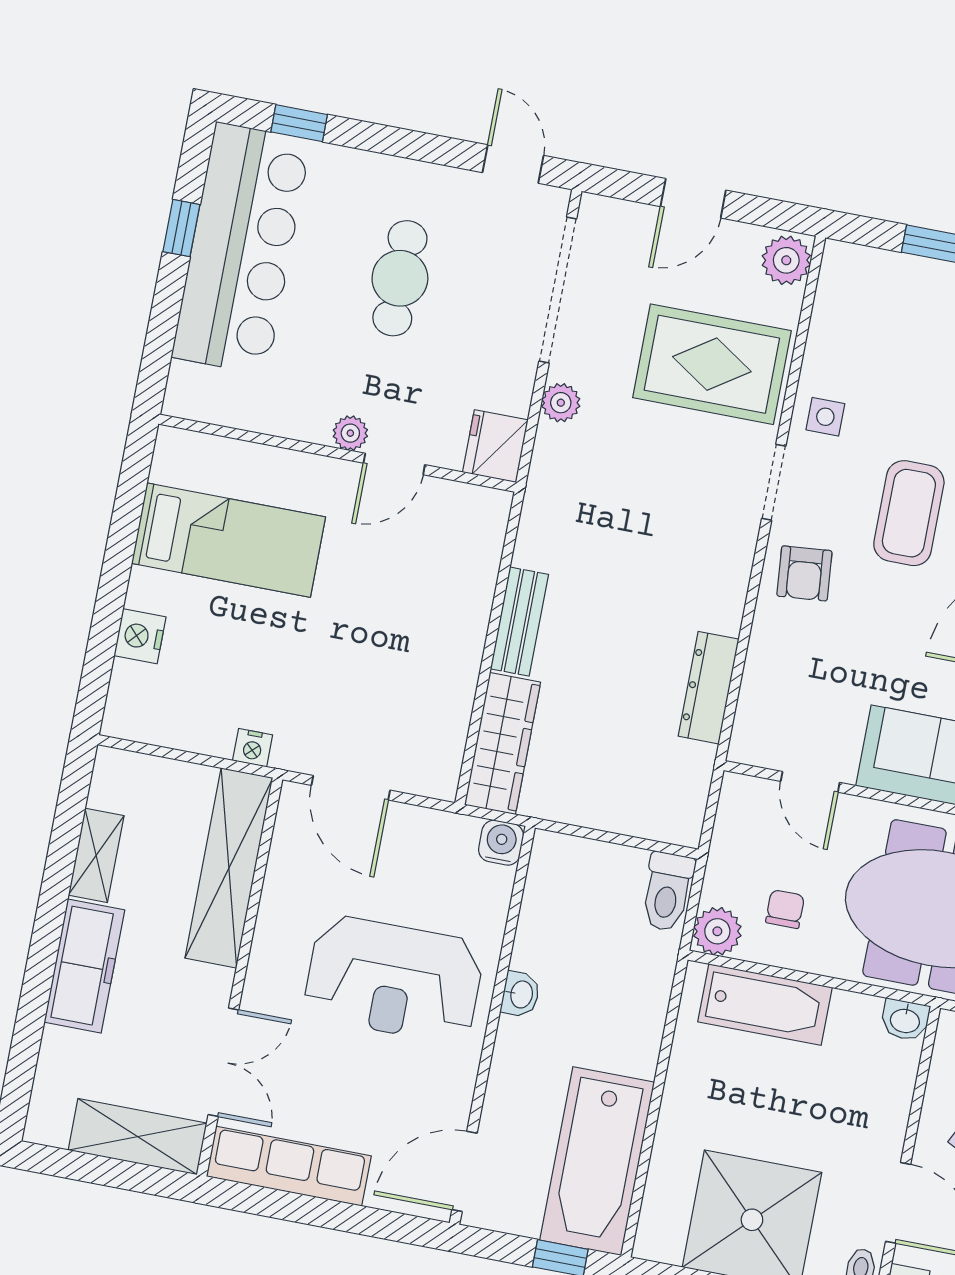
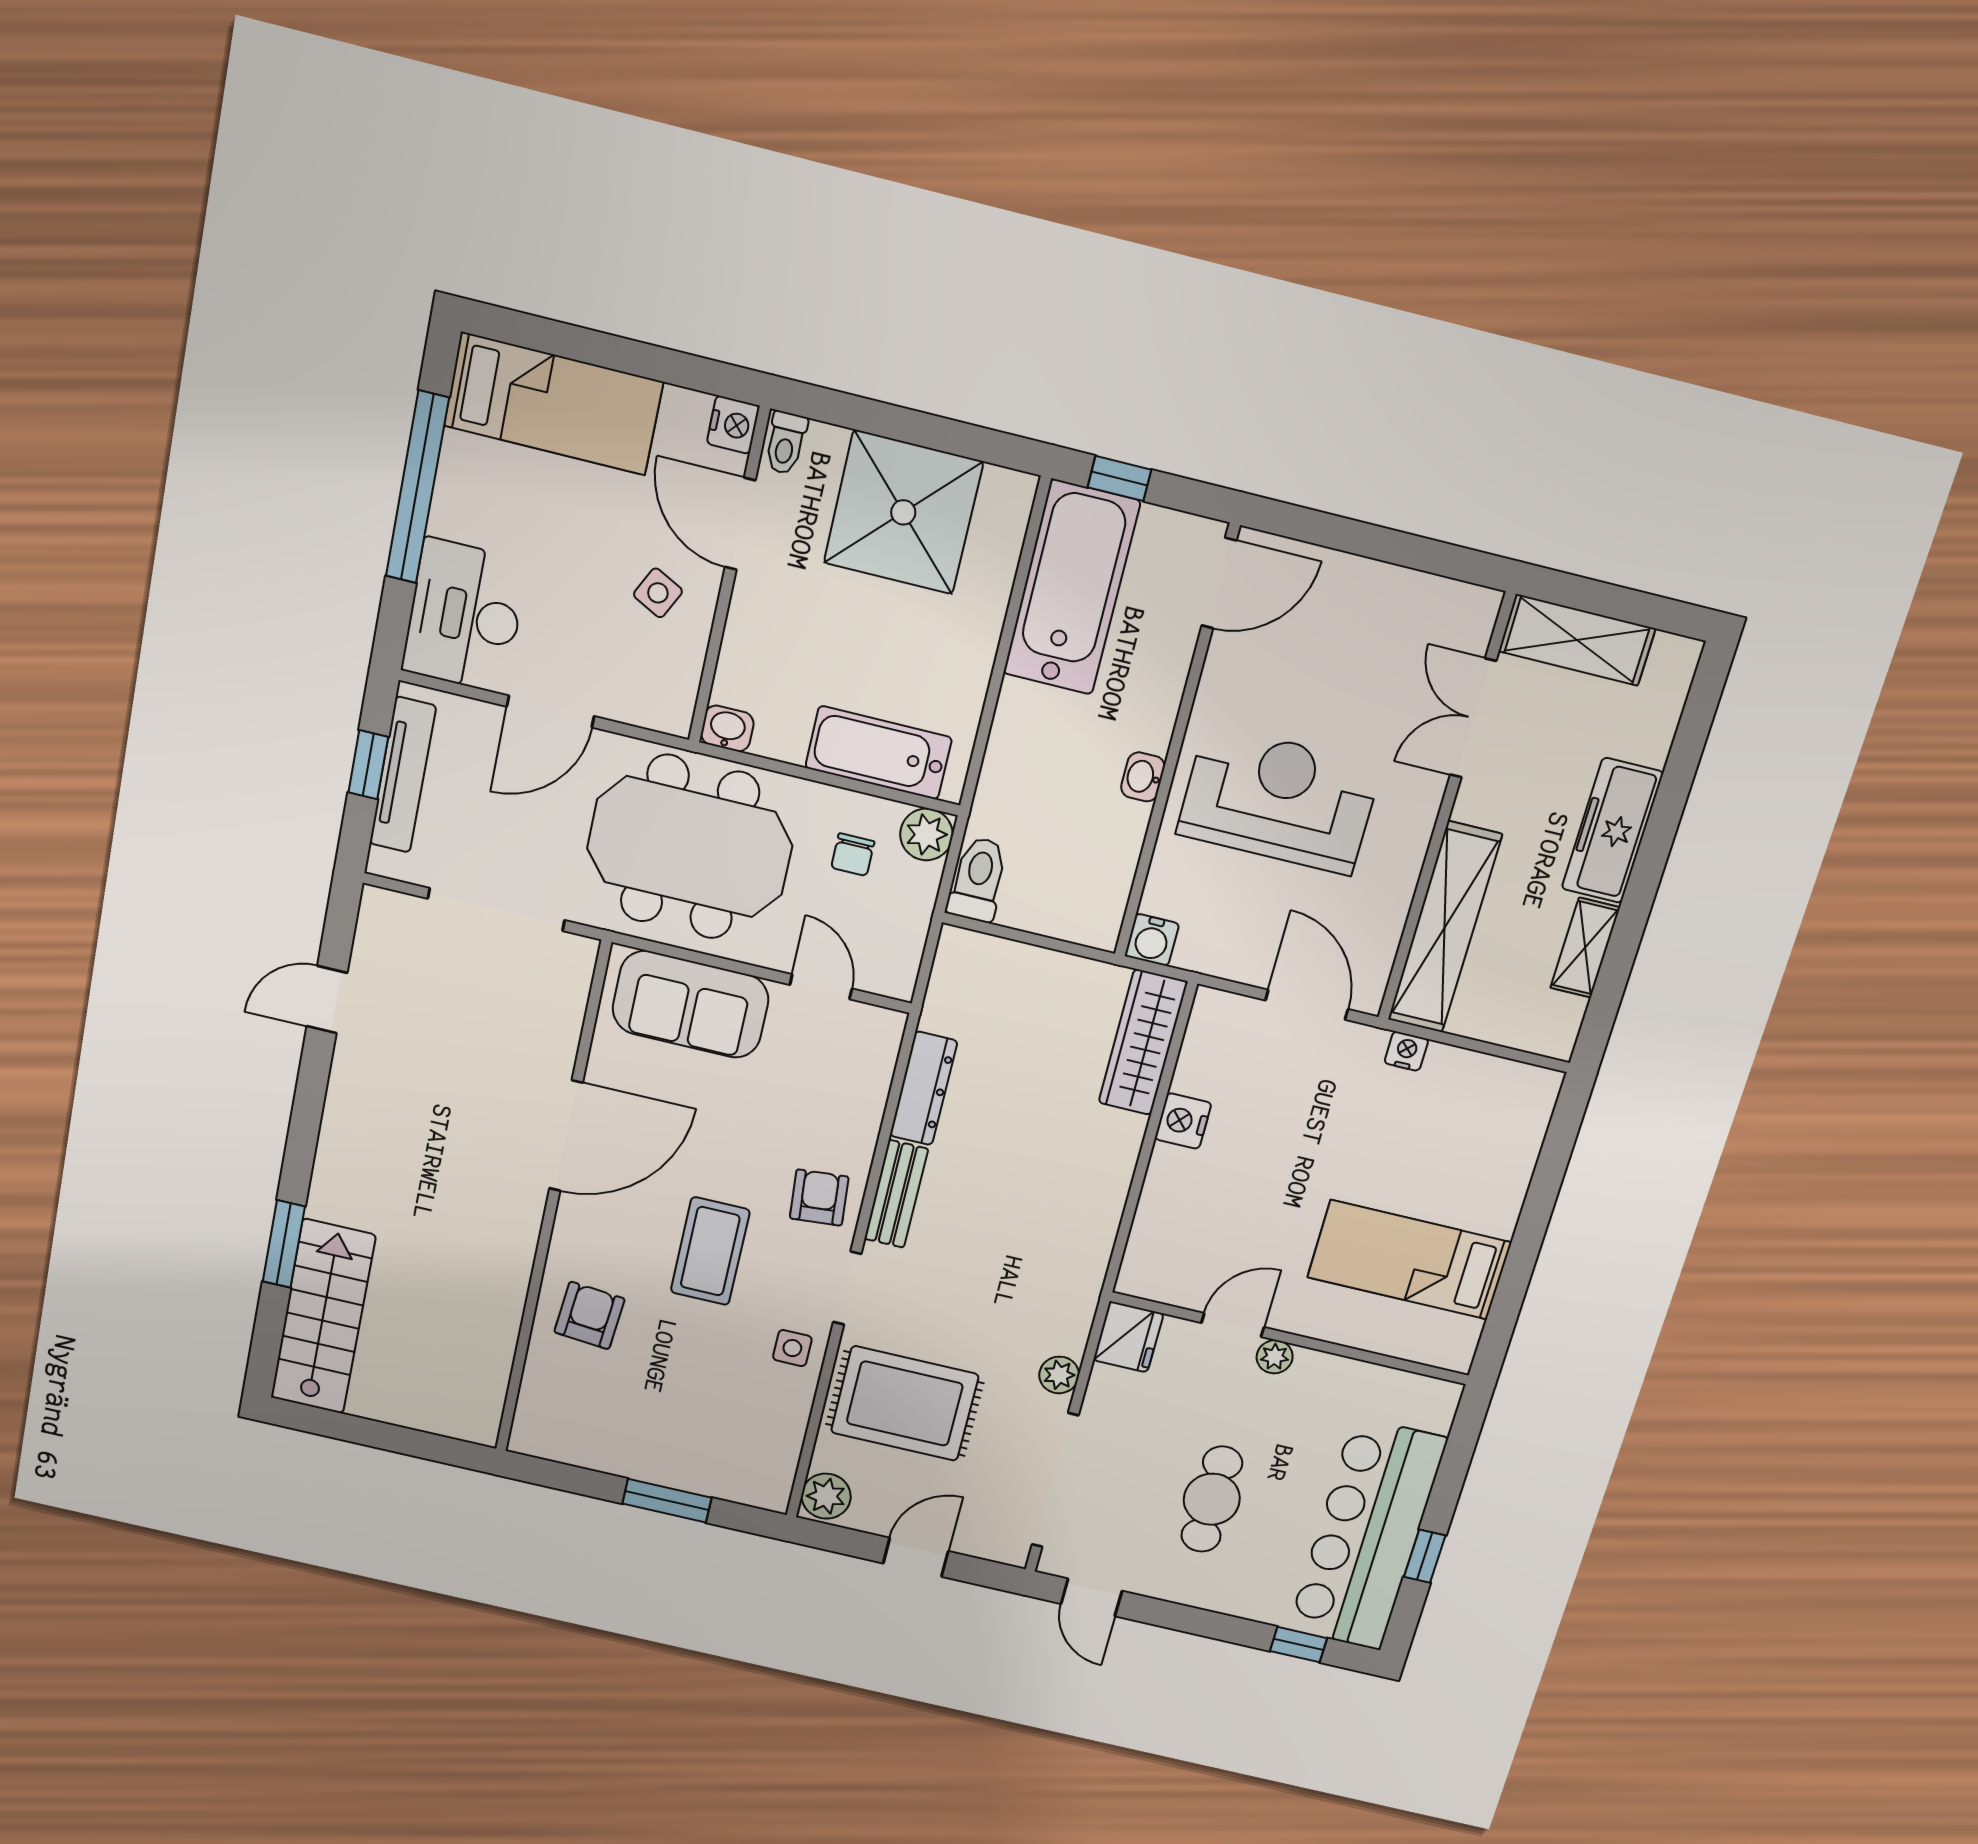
bench: (519, 622) -> (896, 1194), moved
nightstand: (140, 636) -> (1183, 1121), moved, turned 180
row of seats: (289, 1166) -> (1413, 598), removed

